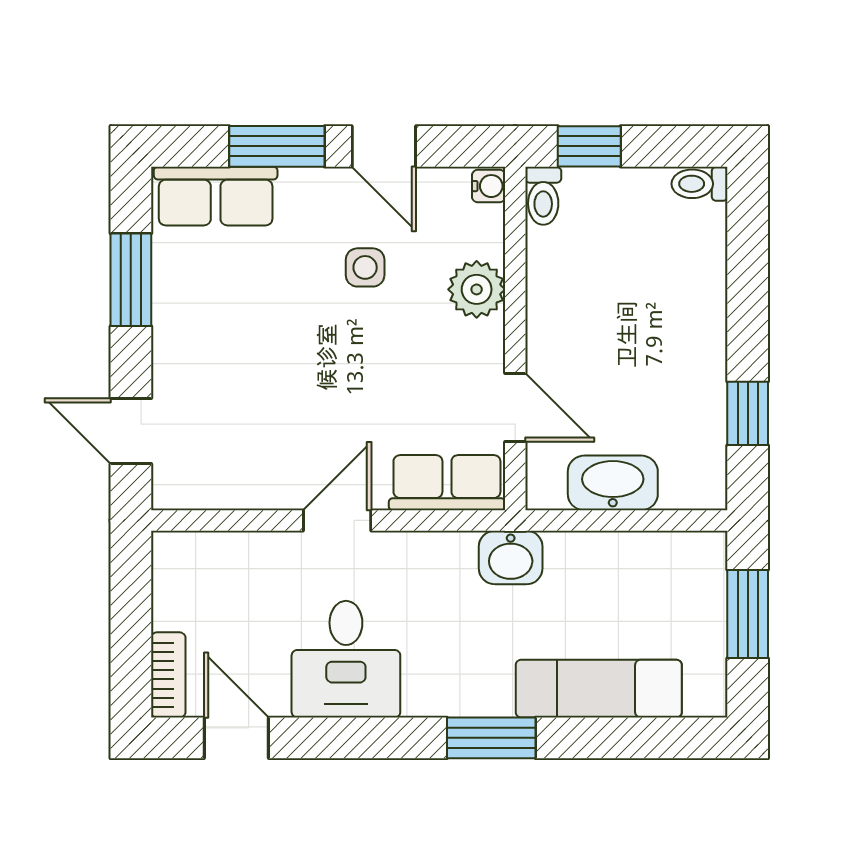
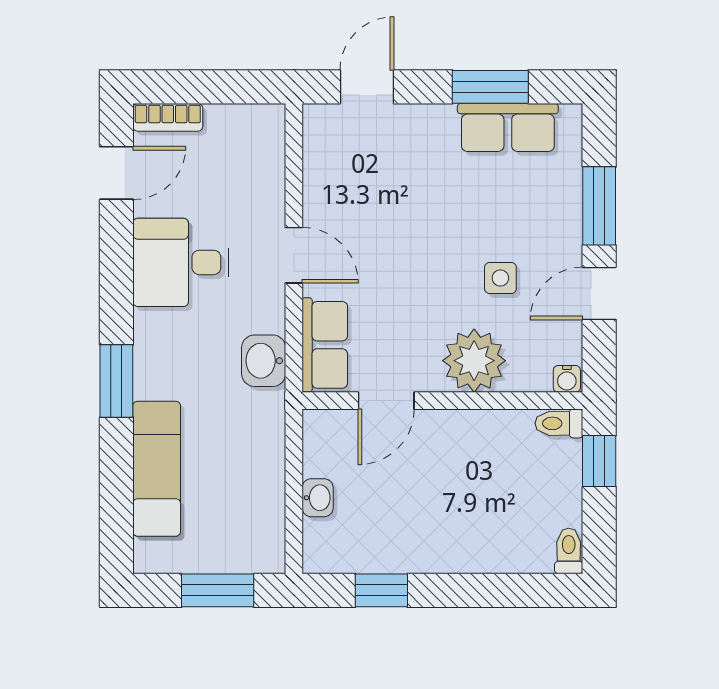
row of seats: (216, 196) -> (508, 127), moved, turned -90
plant: (477, 289) -> (474, 361), width x1.36, depth x1.36
washbasin: (613, 483) -> (318, 498), width x0.52, depth x0.69
washbasin: (511, 557) -> (264, 361), moved

